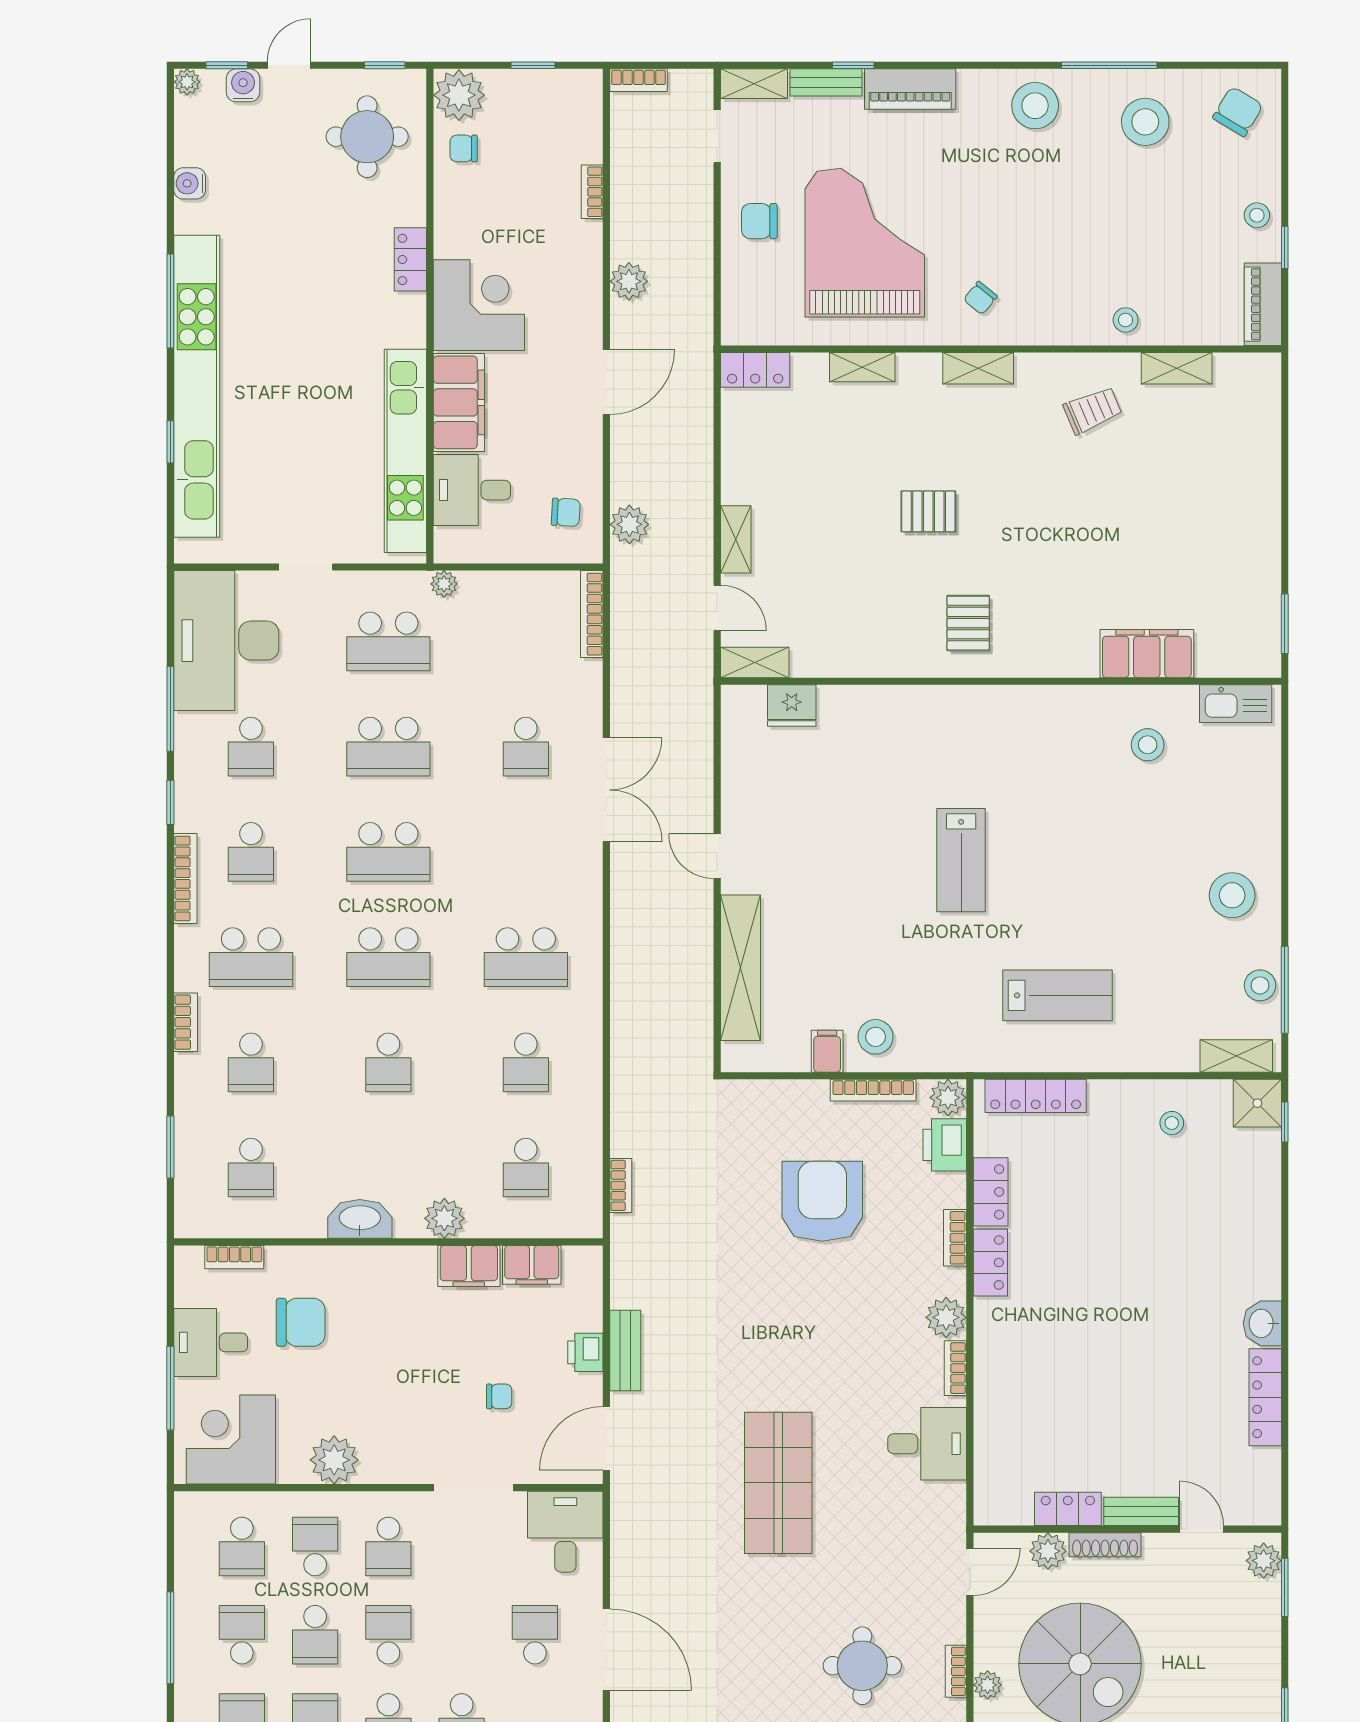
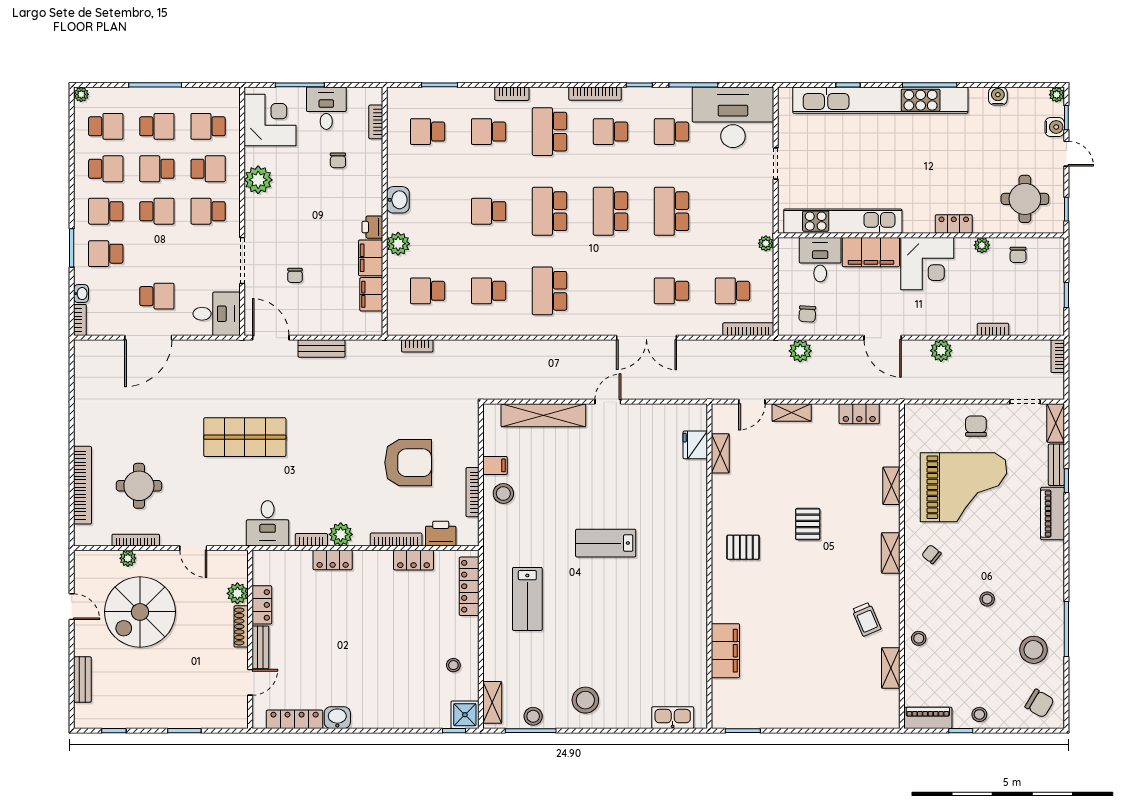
plant: (459, 95) -> (982, 245), moved, width x0.53, depth x0.53
stool: (1035, 106) -> (987, 599), moved, width x0.53, depth x0.53
chair: (464, 148) -> (1018, 255), turned 180
locker: (755, 370) -> (859, 414), moved, turned -90
school desk: (388, 641) -> (732, 291), moved, width x0.54
shelving: (755, 662) -> (720, 453), moved
kitchen sink: (1236, 704) -> (673, 718), moved, turned 90
stool: (1148, 745) -> (673, 651), removed
plant: (948, 1098) -> (468, 535), removed
washbasin: (360, 1219) -> (398, 200), width x0.72
bookcase: (955, 1238) -> (396, 540), width x1.56
locker: (990, 1262) -> (333, 560), moved
chair: (301, 1322) -> (338, 160), width x0.54, depth x0.54
printer: (585, 1352) -> (372, 227), moved, turned -90
locker: (1068, 1509) -> (262, 605), moved
bench: (1141, 1511) -> (260, 647), moved
wall: (1127, 1529) -> (250, 639), moved
door: (1201, 1529) -> (250, 682), moved
shoe rack: (1105, 1545) -> (241, 626), moved
plant: (1048, 1551) -> (237, 593), moved
plant: (1264, 1561) -> (200, 718), removed
bookcase: (956, 1671) -> (136, 540), width x1.56

